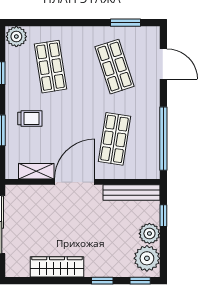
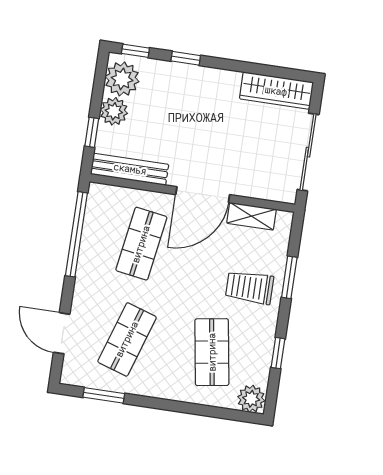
shop shelf: (114, 67) -> (127, 339), turned 36
trolley: (30, 119) -> (250, 287), width x1.36, depth x1.39
wardrobe: (57, 267) -> (276, 91), moved

